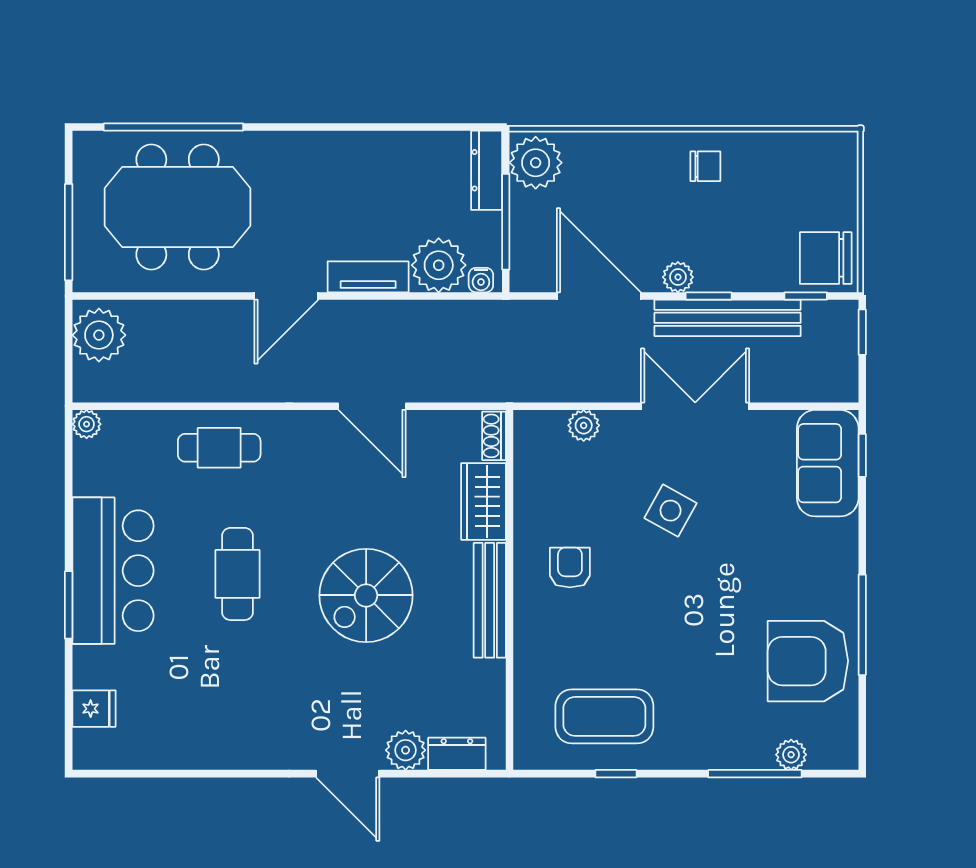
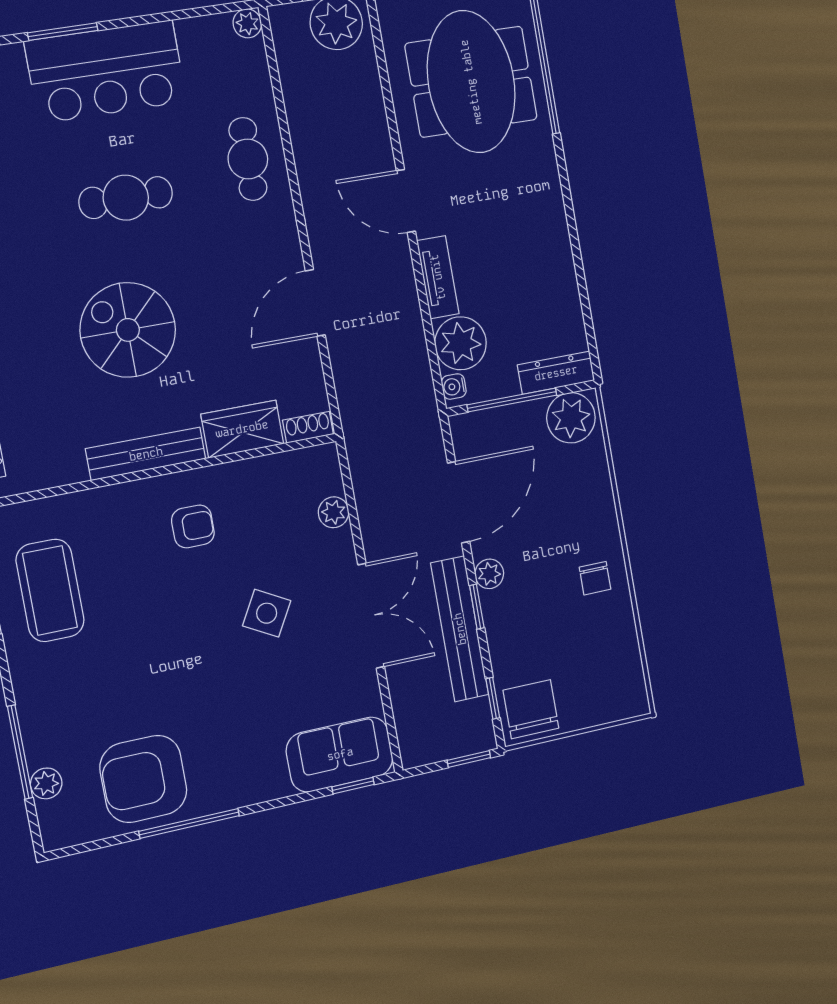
armchair: (808, 661) -> (143, 779), turned -90

